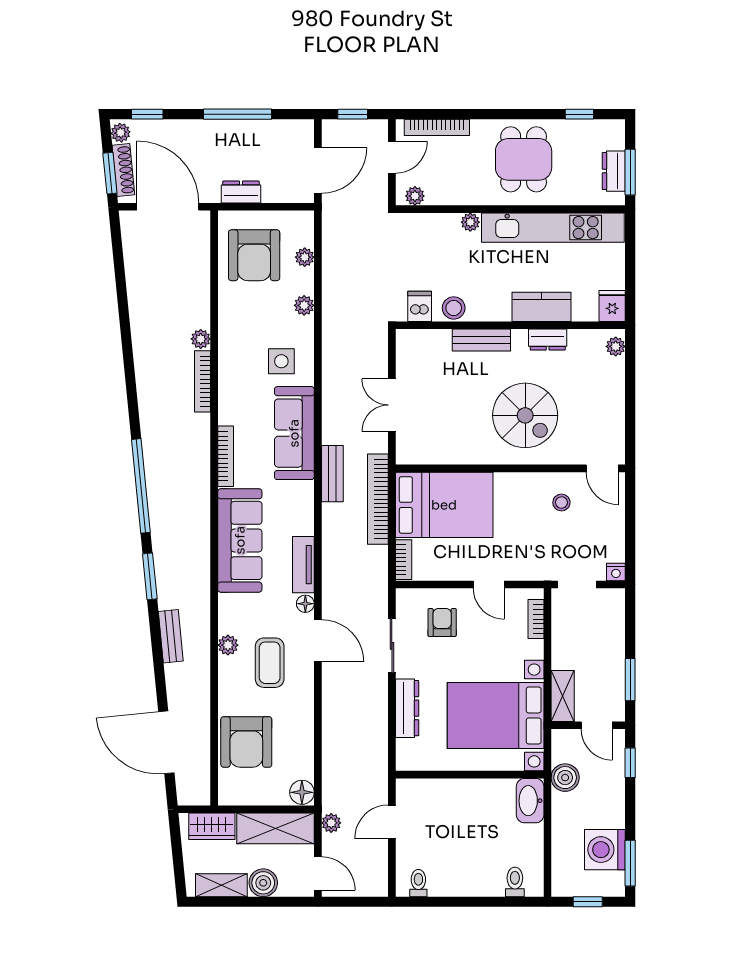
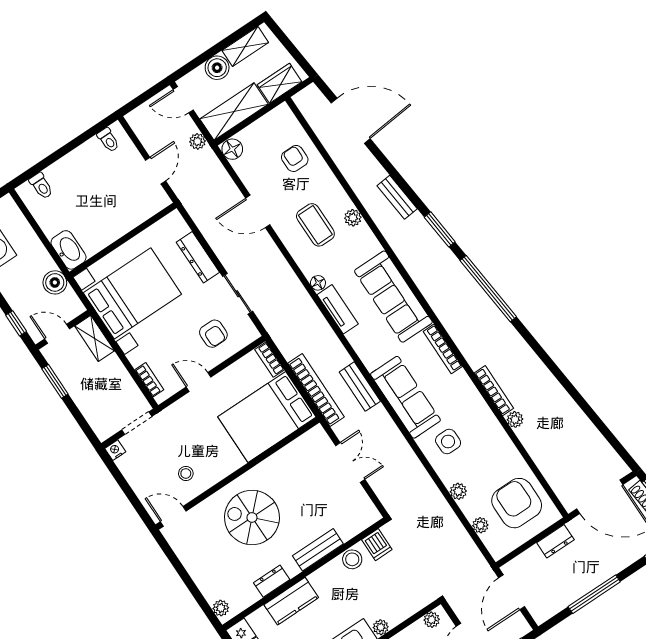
door: (318, 641) -> (258, 211), moved
armchair: (246, 742) -> (295, 158), width x0.53, depth x0.53

